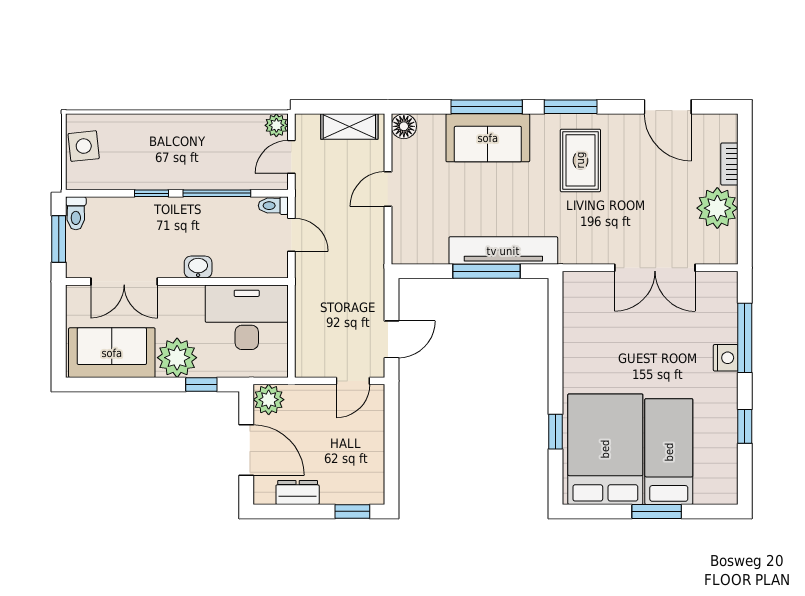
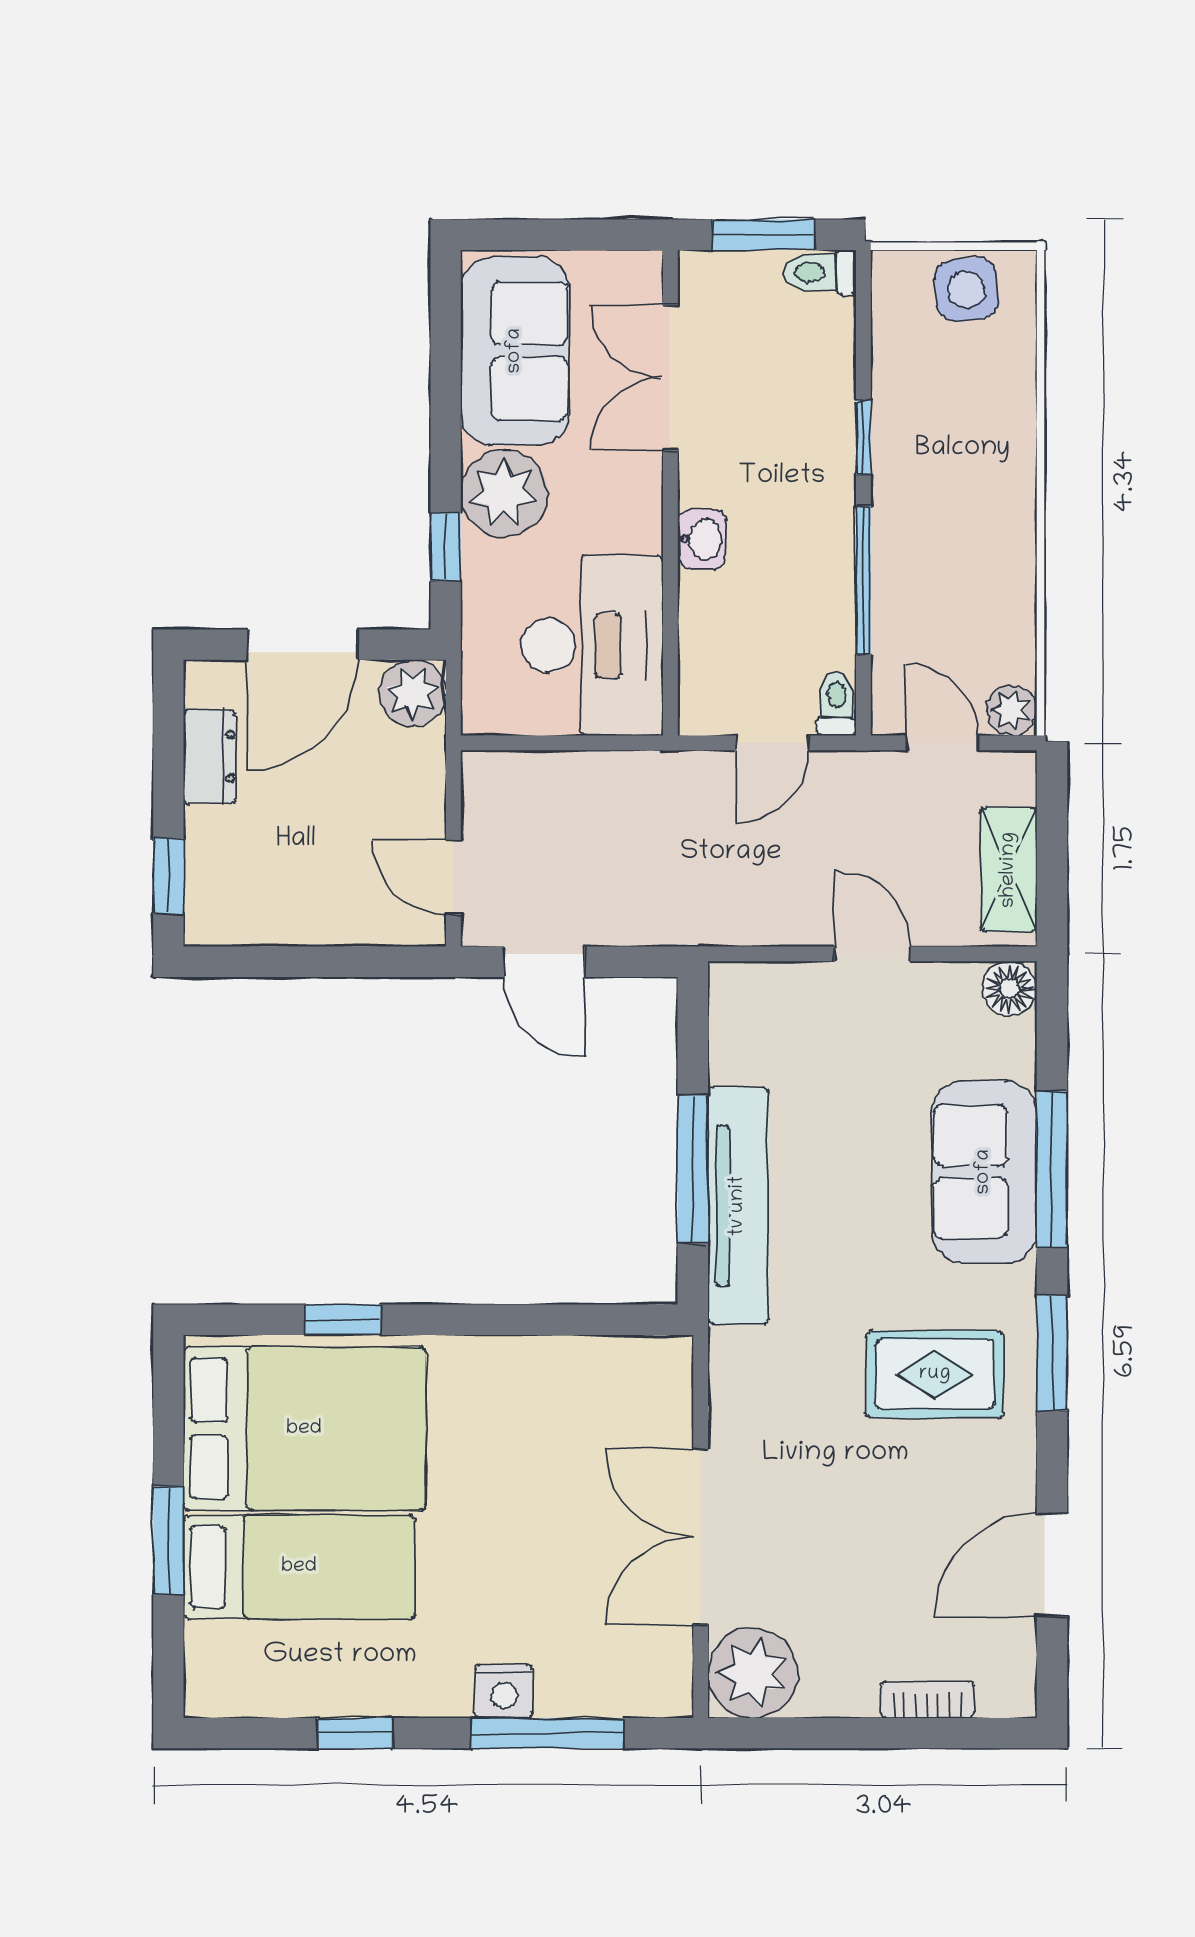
plant: (717, 208) -> (753, 1673), moved

